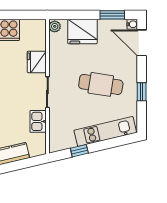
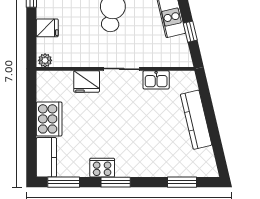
fridge: (82, 31) -> (47, 28), width x0.53, depth x0.75

